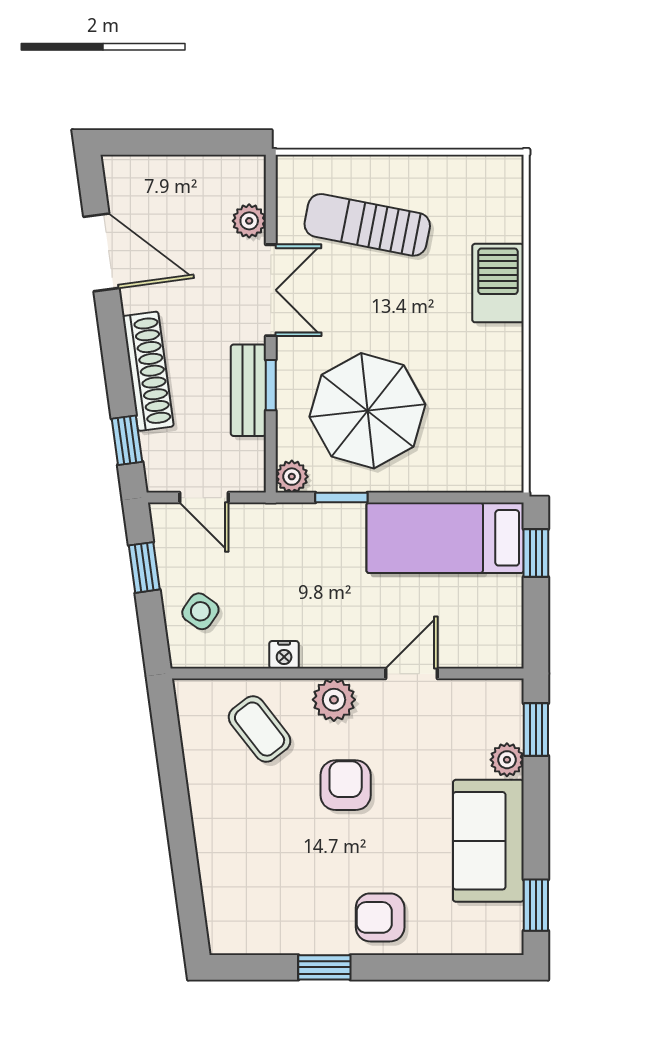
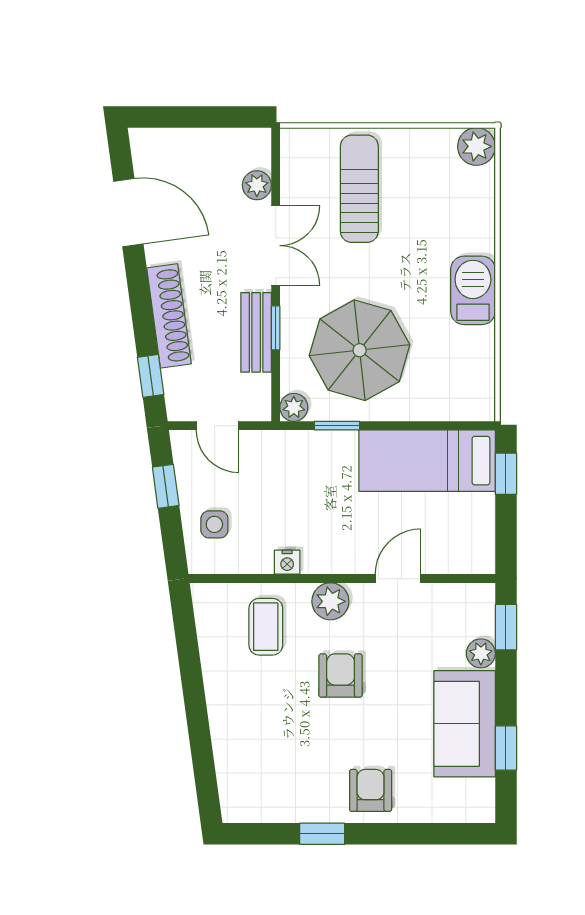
plant: (502, 176) -> (476, 146), added
sun lounger: (367, 225) -> (359, 189), turned 79
barbecue: (498, 283) -> (473, 290), moved
side table: (200, 611) -> (214, 524), turned -35
coffee table: (260, 729) -> (266, 627), turned 38
window: (536, 905) -> (506, 748), moved
armchair: (380, 917) -> (371, 790), turned 90

